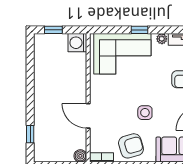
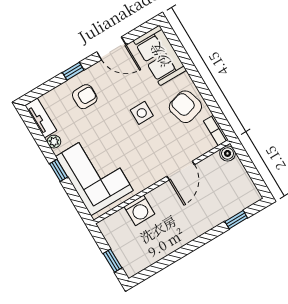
washing machine: (77, 43) -> (139, 210), moved

